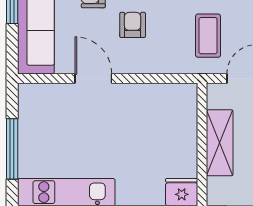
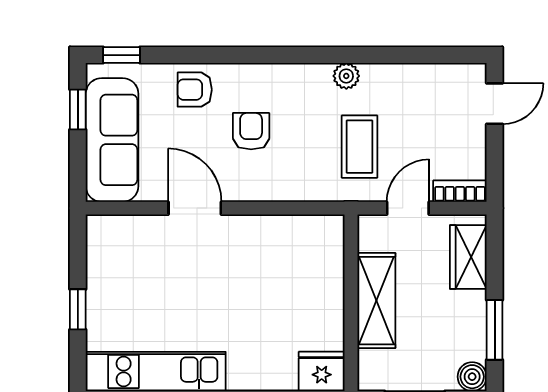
window: (12, 149) -> (78, 309), width x0.46

